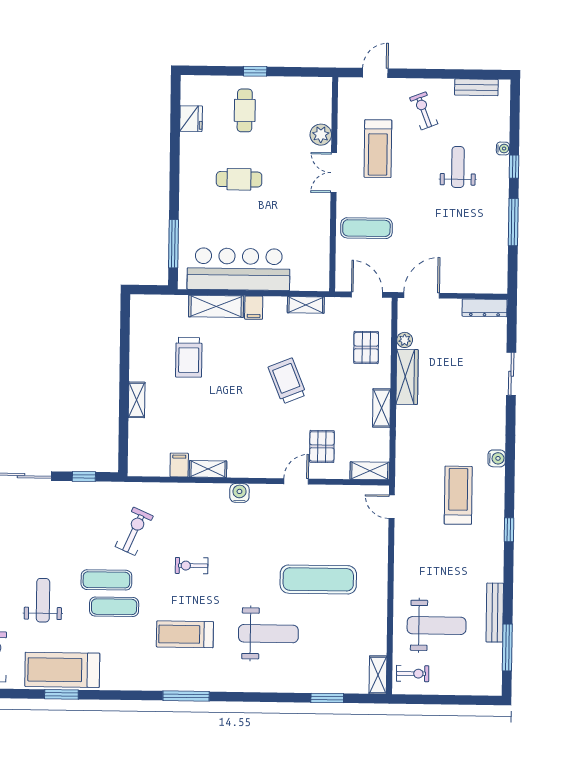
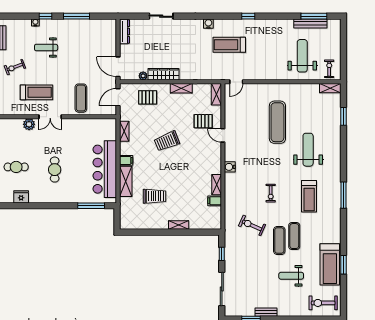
bench: (495, 613) -> (310, 23), moved

